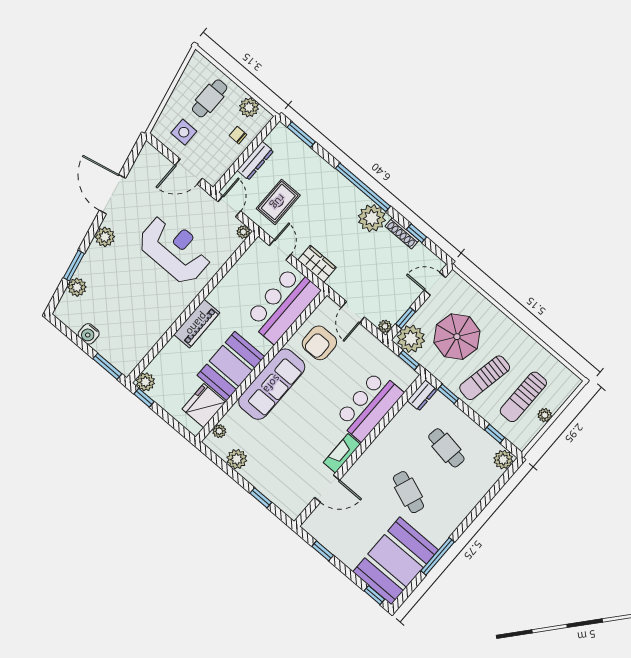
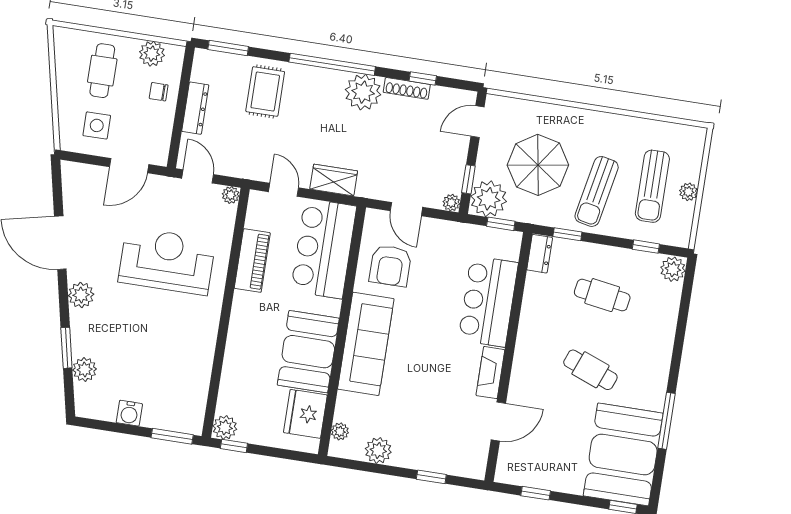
rug: (278, 202) -> (265, 92), moved
piano: (197, 324) -> (252, 261), moved

